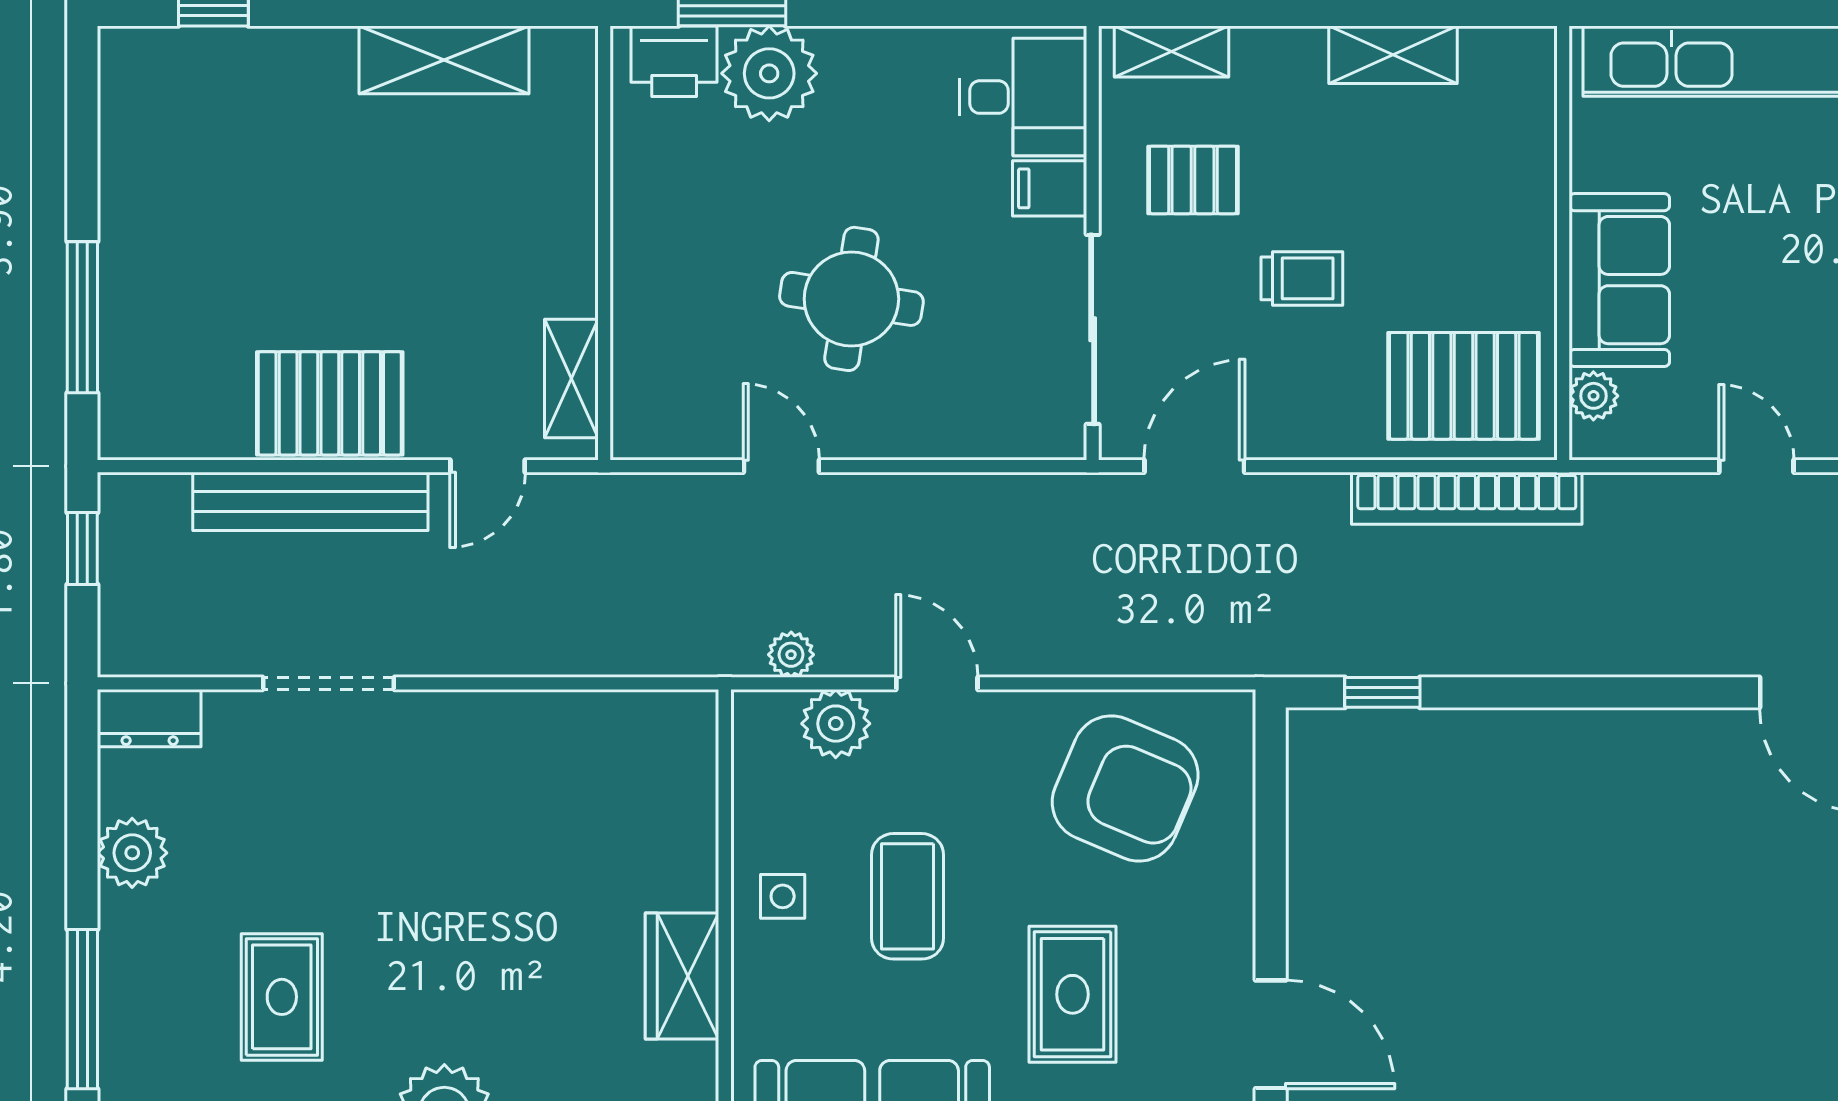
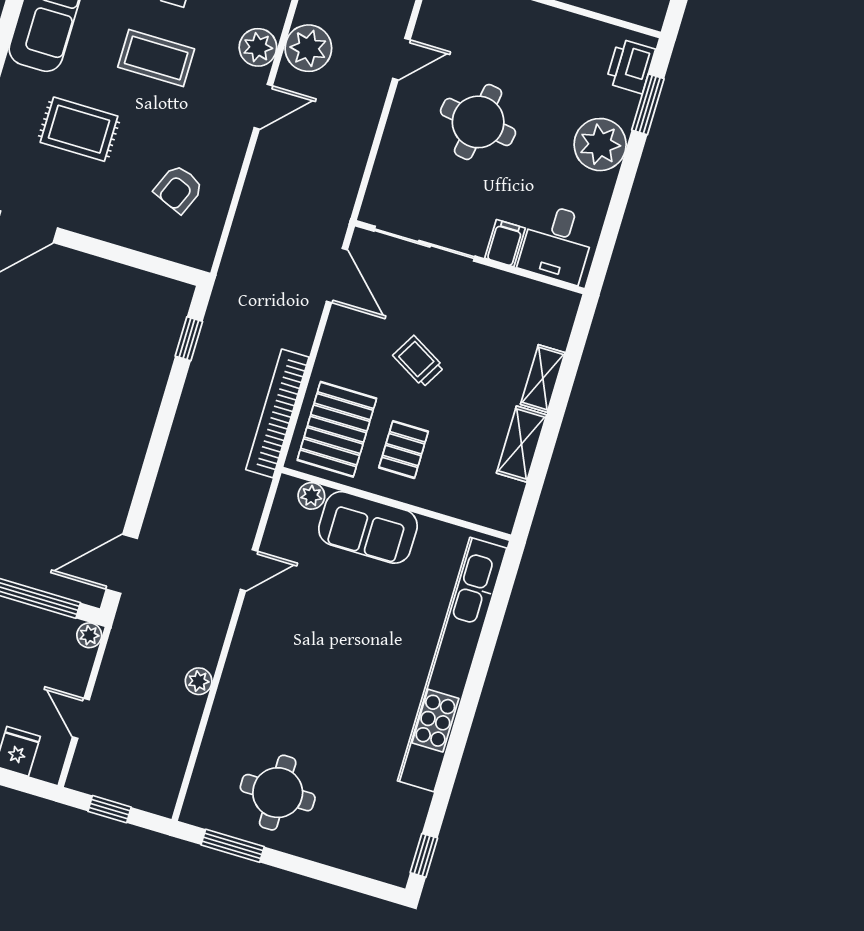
shelving: (1172, 52) -> (543, 378), moved
plant: (769, 73) -> (600, 145), moved
pallet: (1193, 180) -> (404, 450), moved
trolley: (1302, 278) -> (418, 361), turned 120
plant: (791, 655) -> (308, 48), width x1.88, depth x1.88
armchair: (1125, 788) -> (179, 189), width x0.53, depth x0.53

